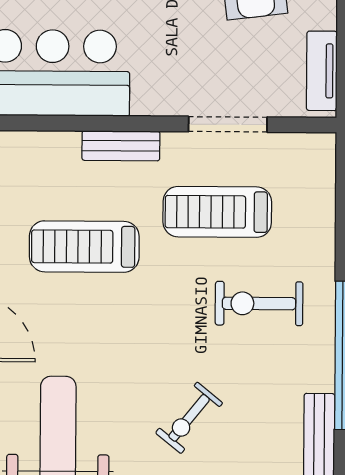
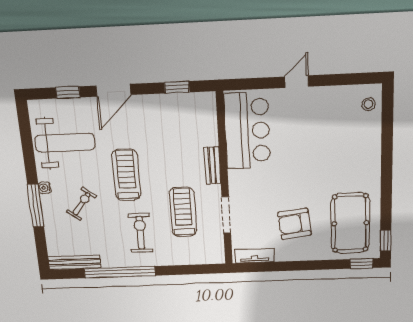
treadmill: (84, 247) -> (126, 175), moved
exercise bike: (189, 418) -> (82, 204), turned 88

